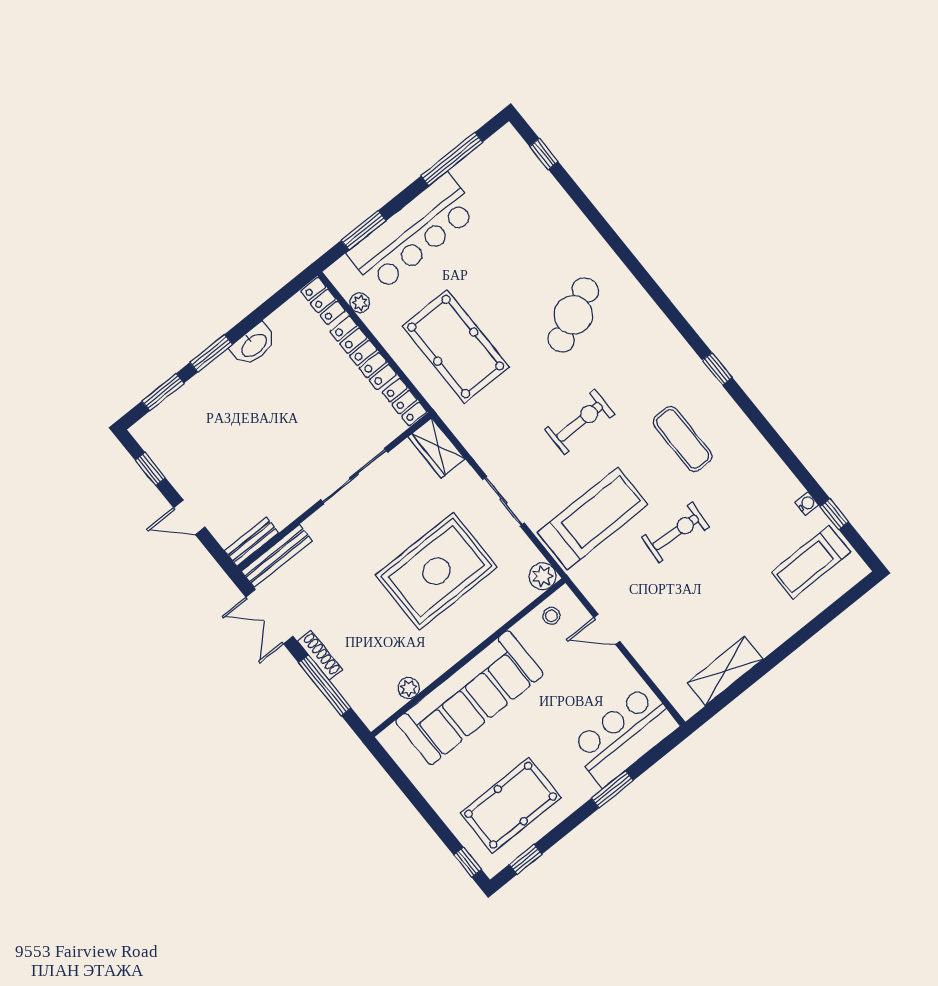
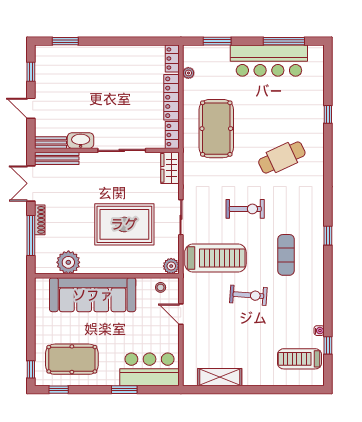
window: (544, 154) -> (328, 114), moved
bar counter: (413, 233) -> (269, 61), moved
washbasin: (254, 345) -> (81, 141), moved, turned 180
window: (211, 353) -> (102, 41), removed
plant: (409, 688) -> (68, 262), width x1.87, depth x1.87

